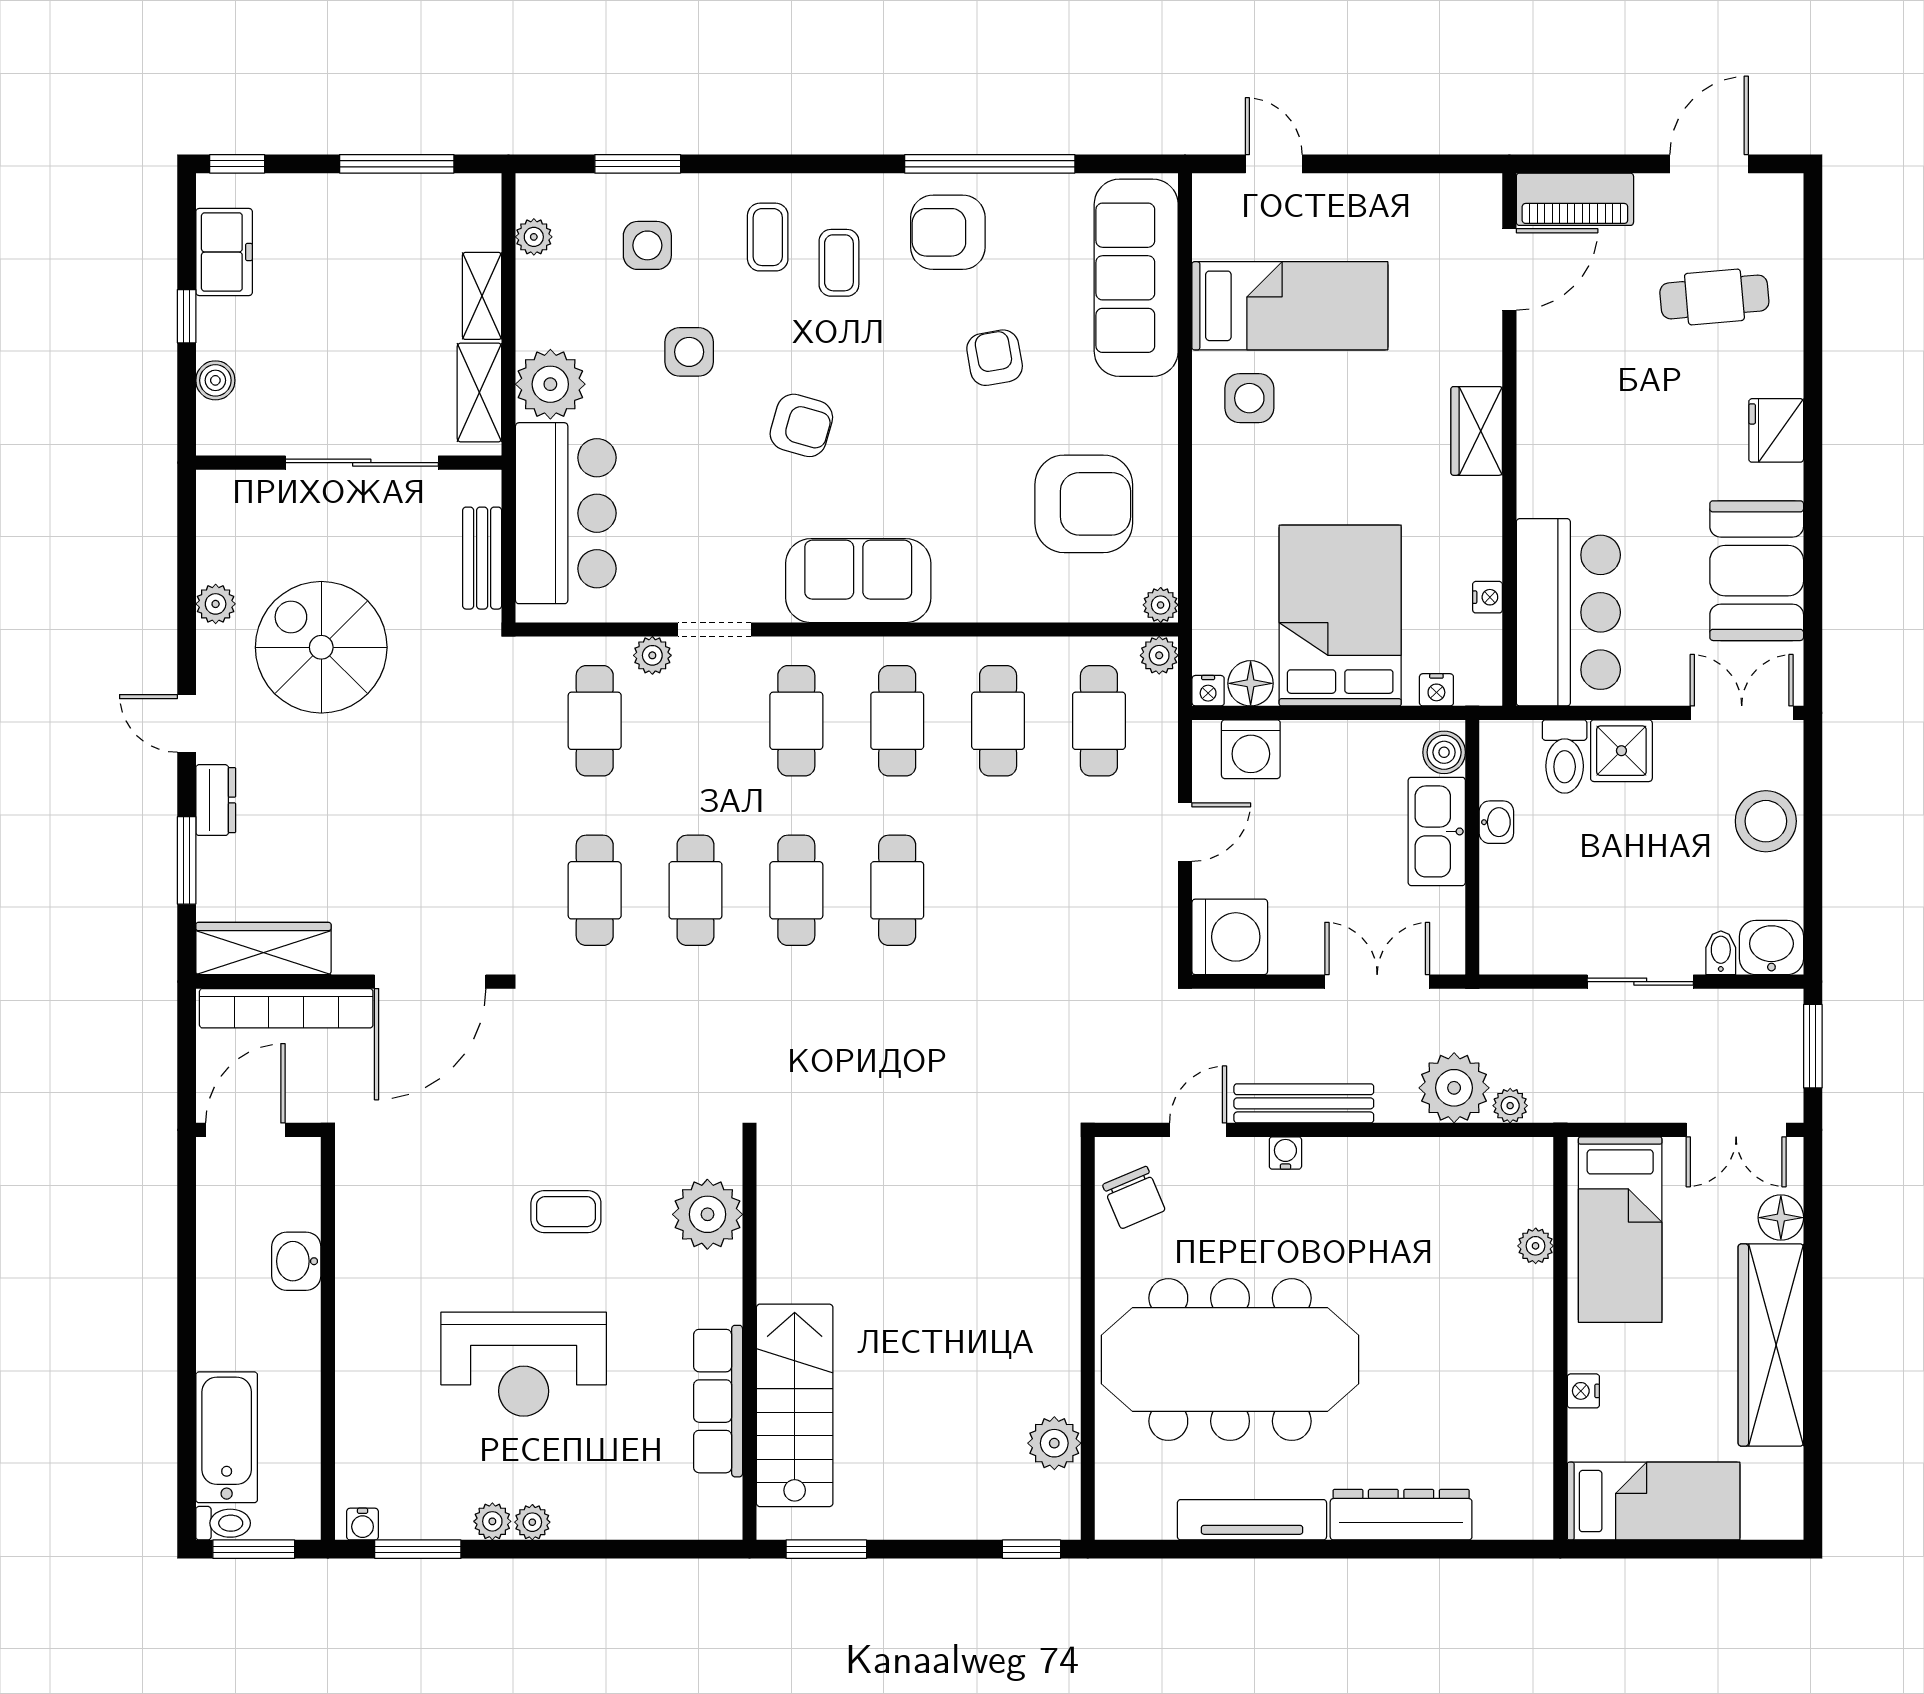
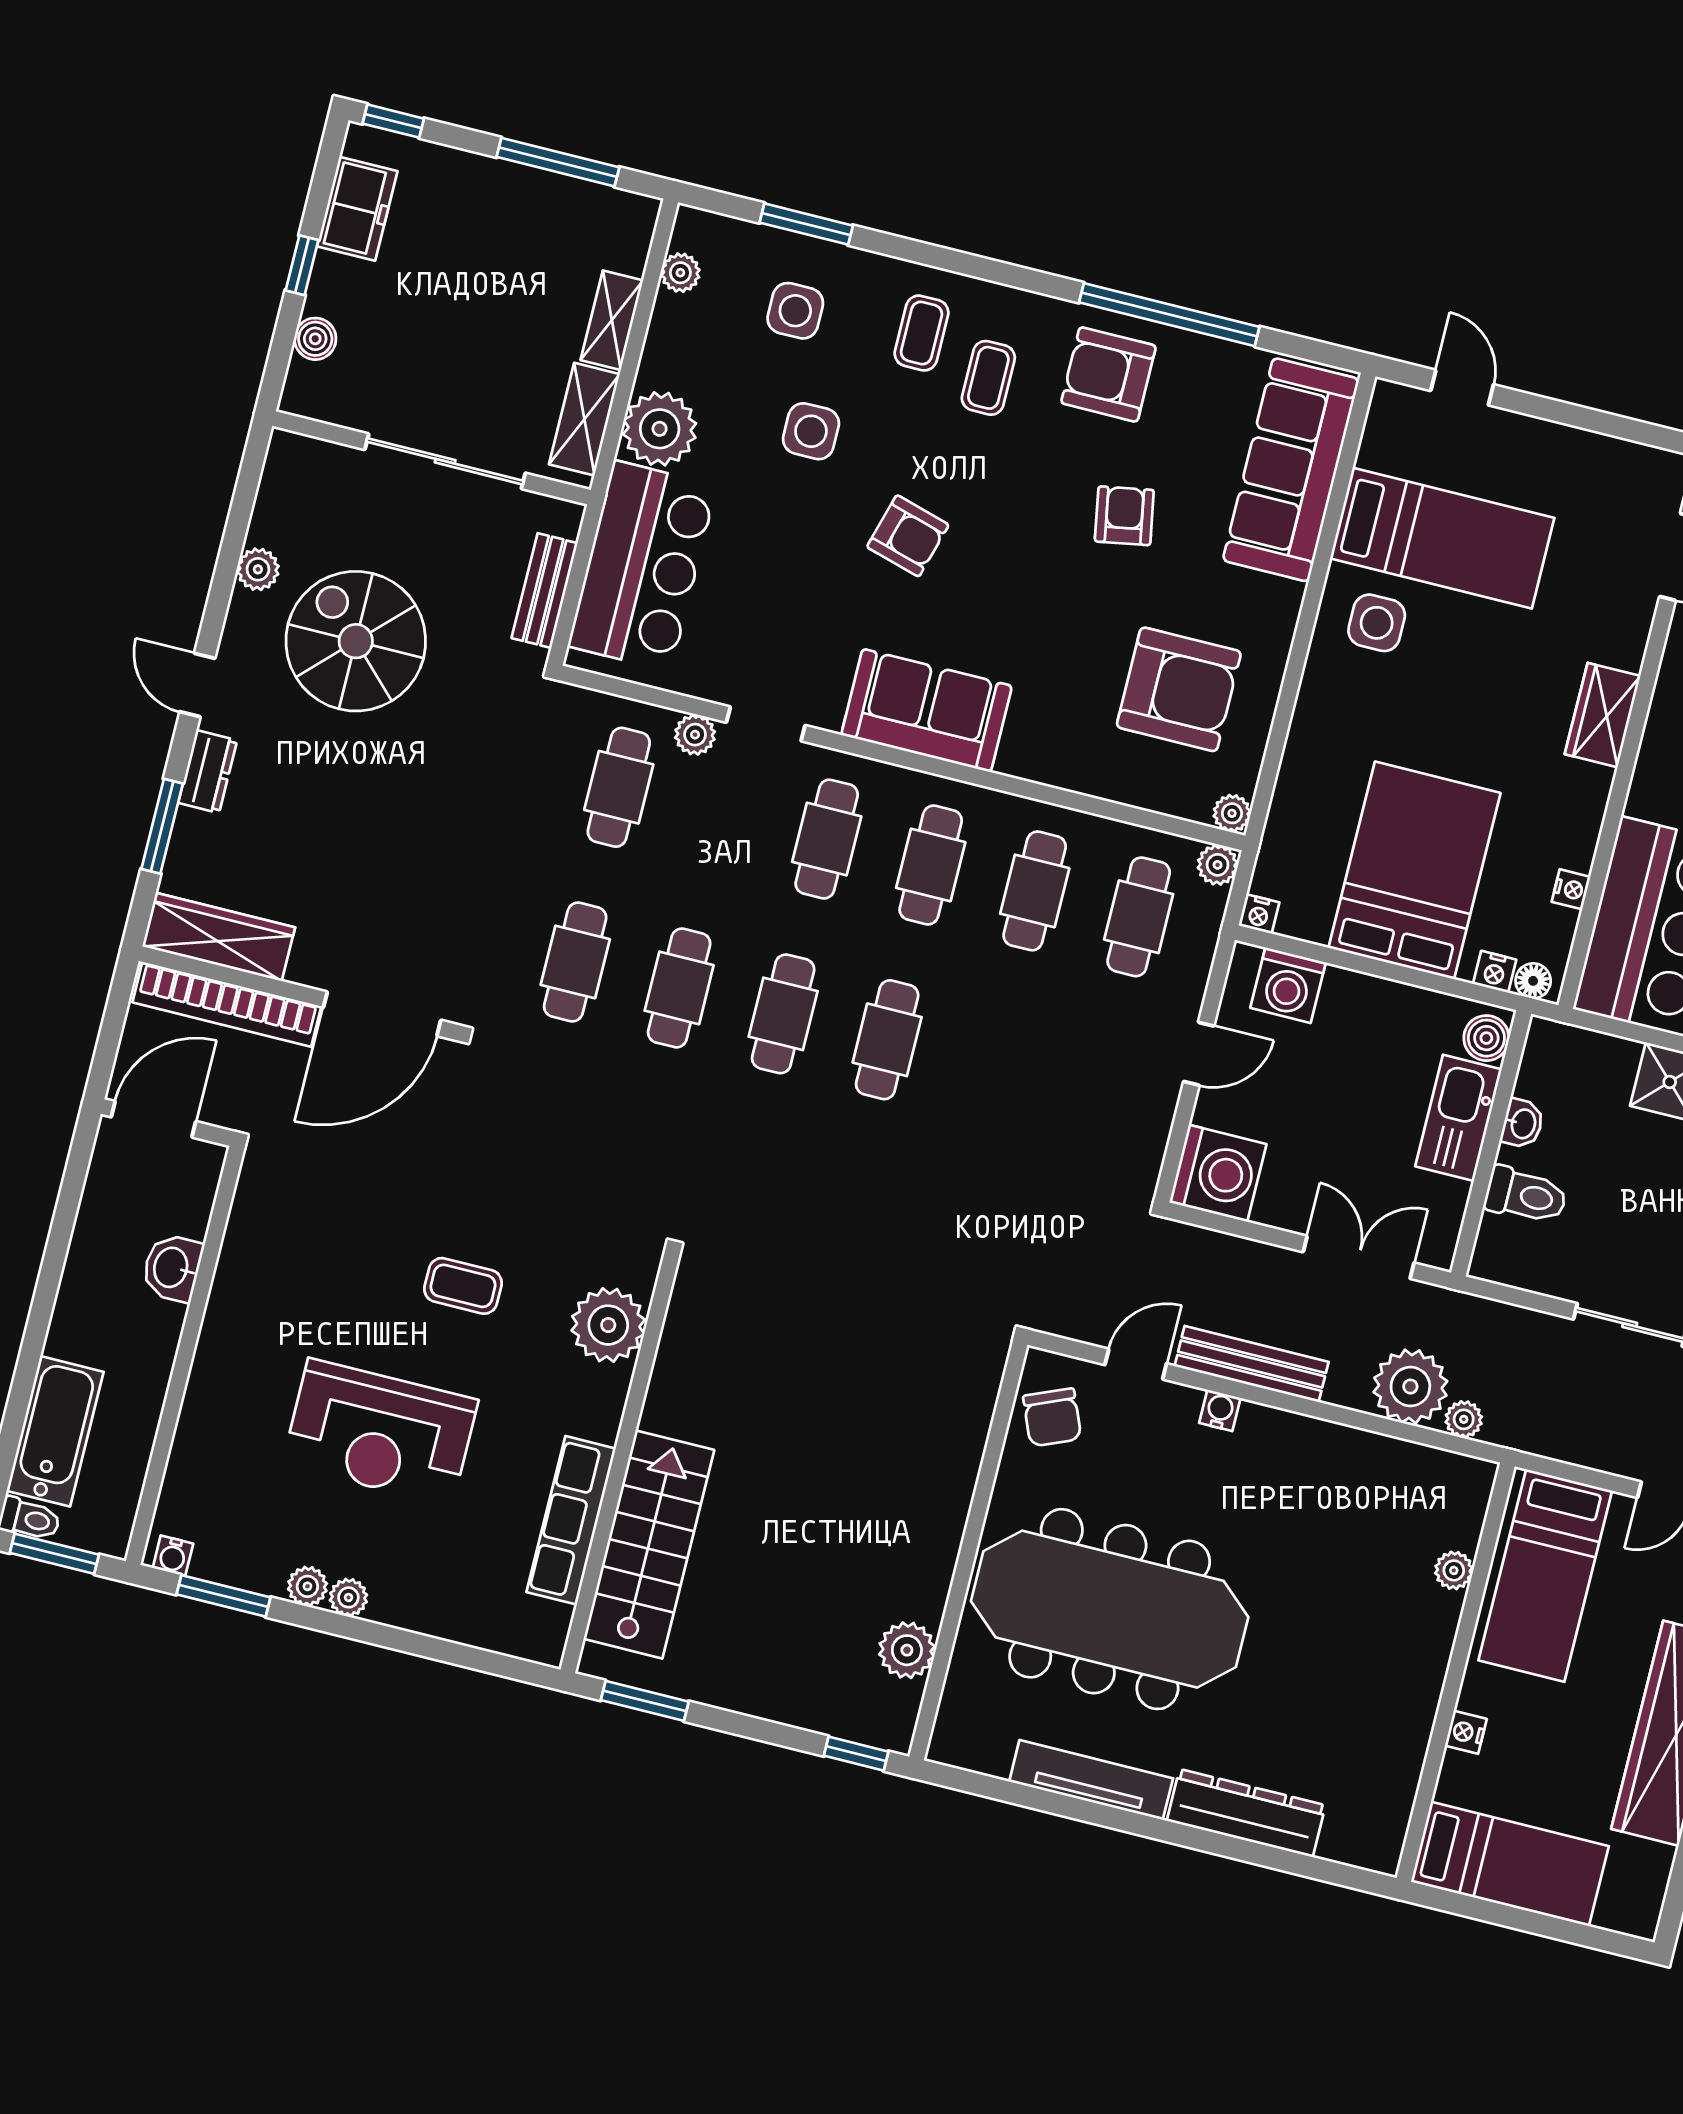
floor lamp: (1251, 683) -> (1533, 981), moved, width x0.73, depth x0.73
toilet: (1565, 756) -> (1526, 1195), moved, turned -90

